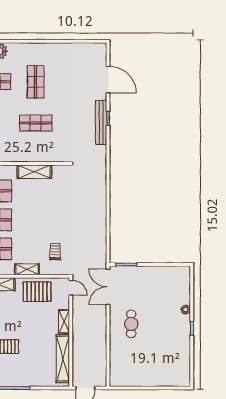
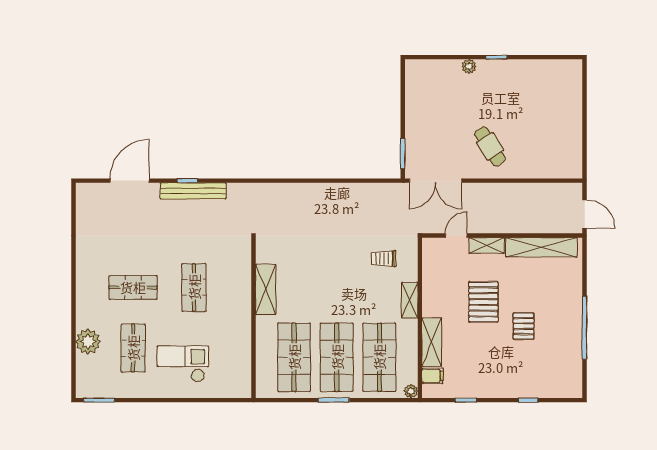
door: (71, 288) -> (456, 235), moved
pallet: (37, 292) -> (483, 302), moved
cafe table: (131, 324) -> (490, 146), turned 58

